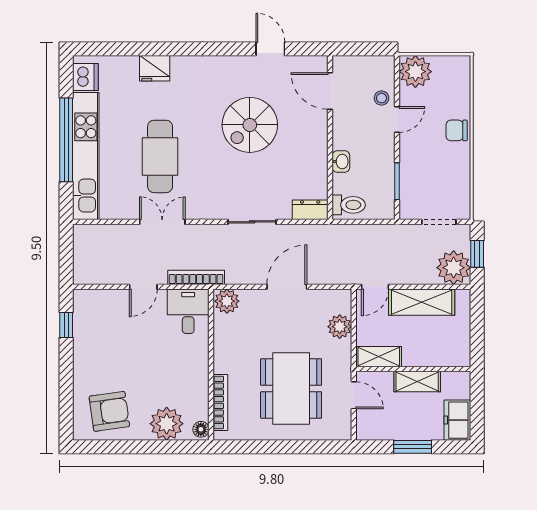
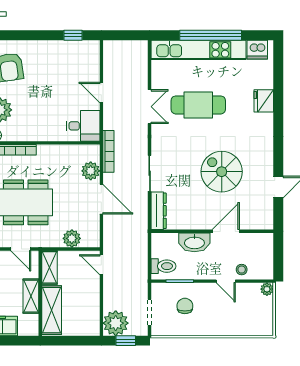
plant: (415, 72) -> (267, 289), width x0.53, depth x0.53
door: (330, 91) -> (226, 231), moved
chair: (457, 130) -> (185, 306), moved
washbasin: (341, 162) -> (194, 242), width x1.91, depth x1.45
toilet: (349, 205) -> (164, 266), moved, turned -90
dresser: (310, 210) -> (159, 211), width x1.44
bookcase: (196, 277) -> (108, 151), moved
plant: (227, 301) -> (91, 171), moved
shelving: (422, 302) -> (52, 310), moved
door: (354, 395) -> (21, 249), hinge flipped

